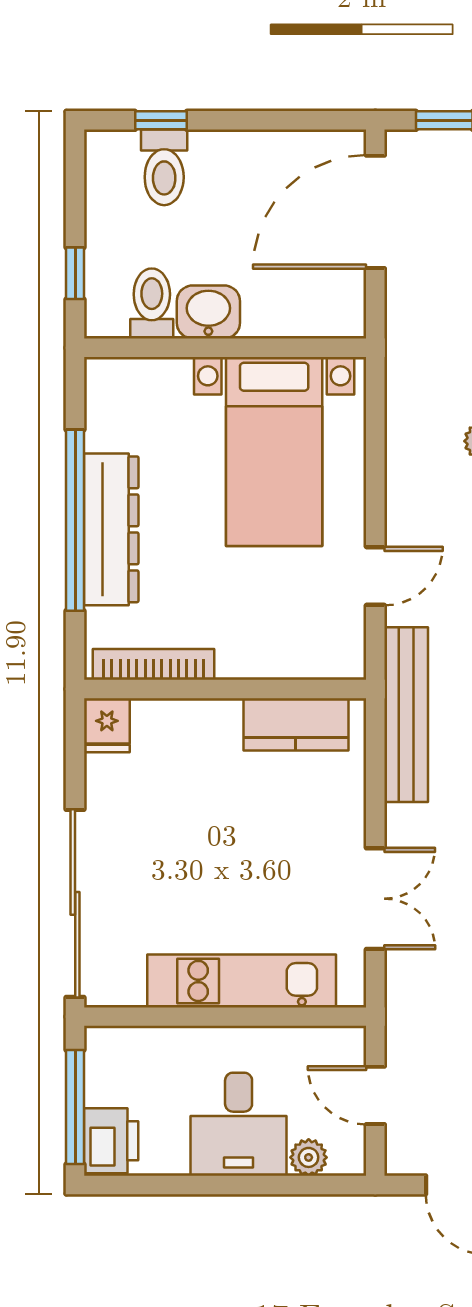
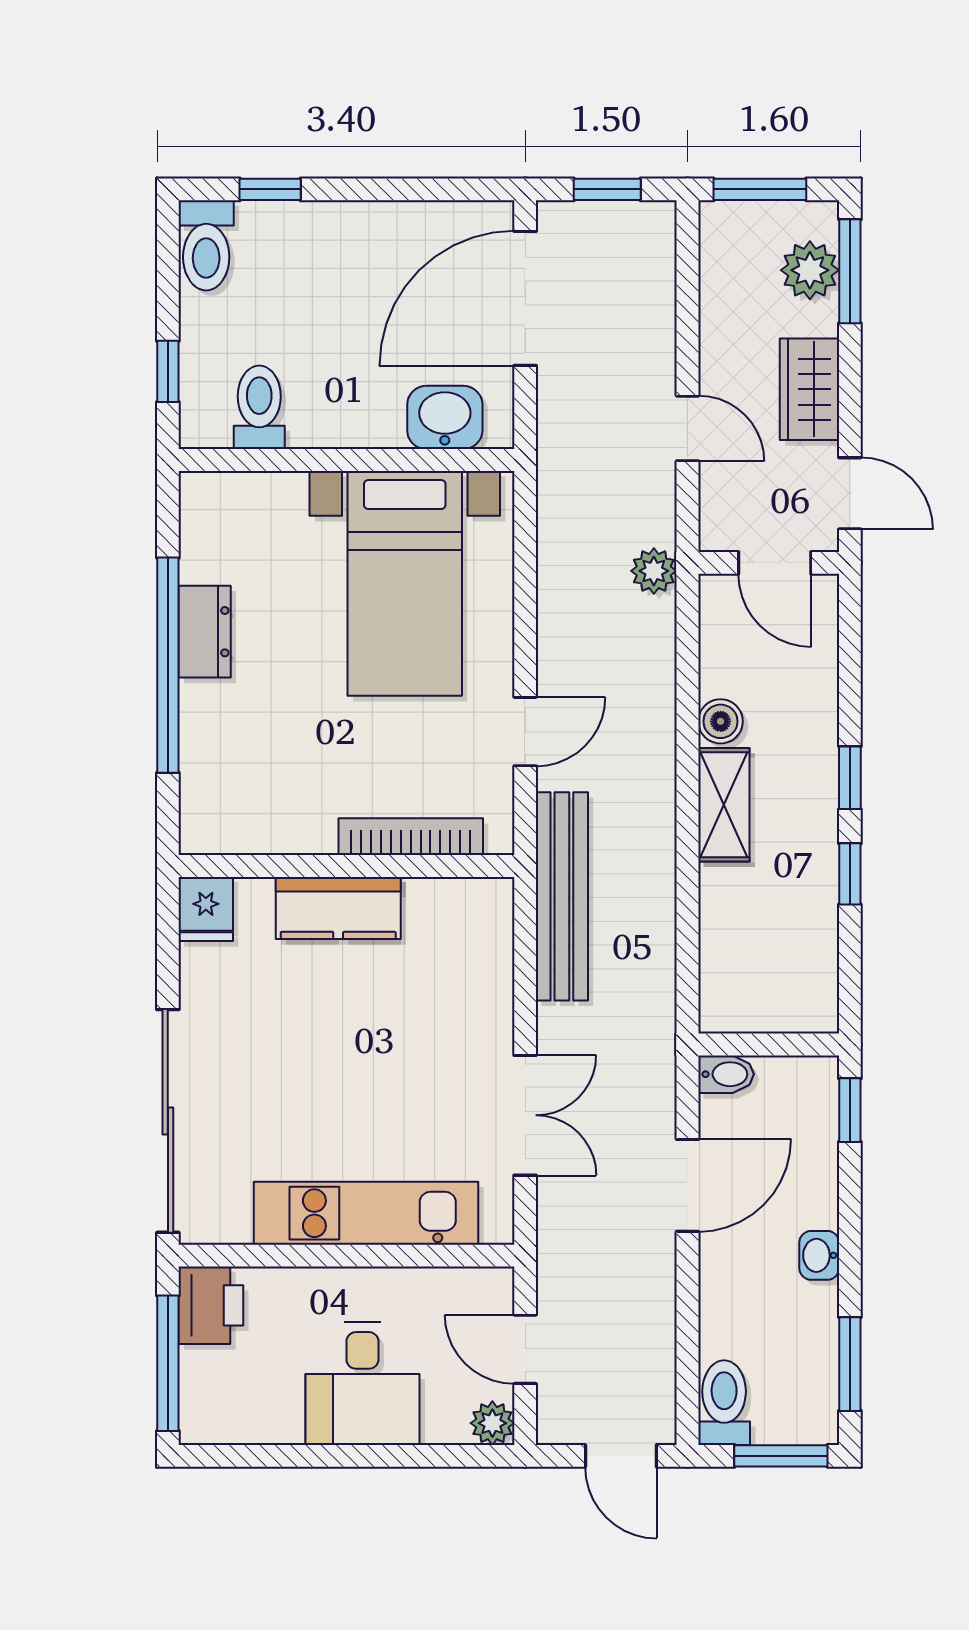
toilet: (164, 167) -> (206, 245), moved
washbasin: (208, 312) -> (445, 417), moved
dresser: (111, 529) -> (205, 632), width x0.51, depth x0.80
bookcase: (154, 664) -> (411, 837), moved
kitchen counter: (296, 724) -> (338, 908), moved
printer: (111, 1141) -> (211, 1305), moved
plant: (309, 1157) -> (492, 1423), moved

